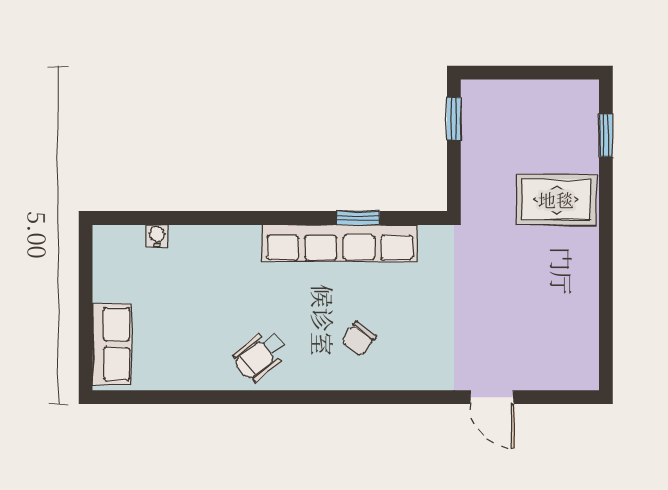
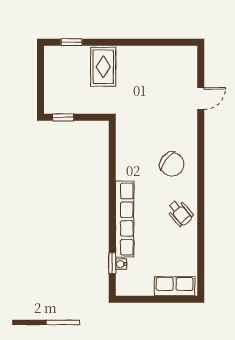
window: (358, 218) -> (112, 263), moved
row of seats: (340, 243) -> (125, 219), moved
chair: (359, 339) -> (172, 164), width x1.87, depth x1.87

